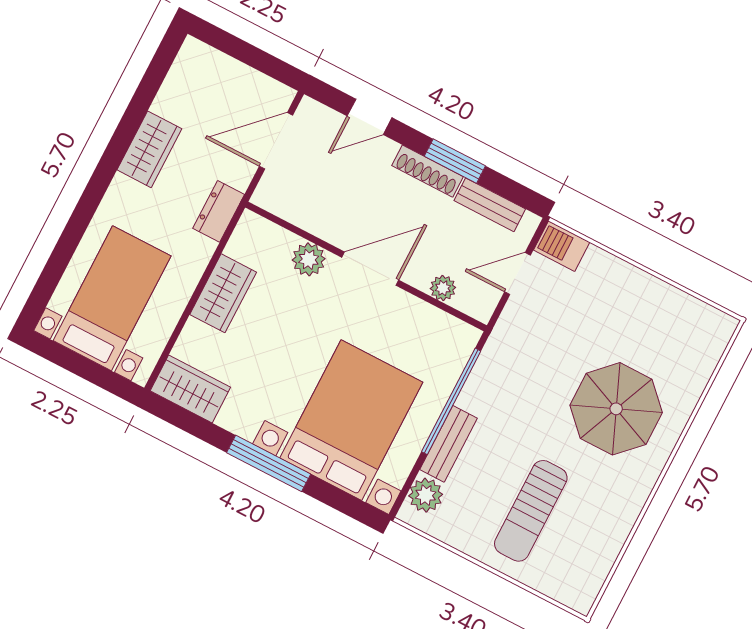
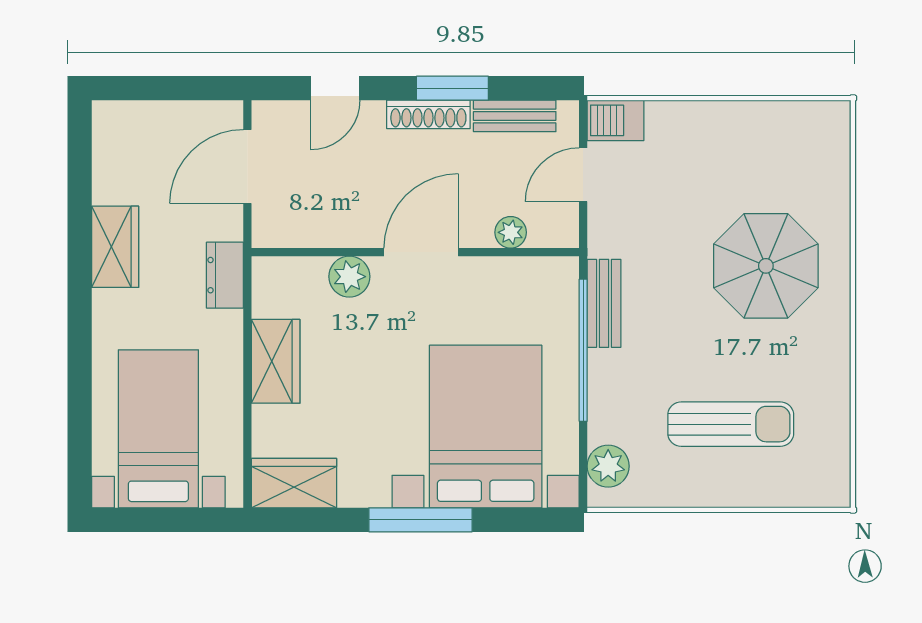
bench: (448, 444) -> (604, 303), moved
sun lounger: (531, 511) -> (731, 424), turned -90

